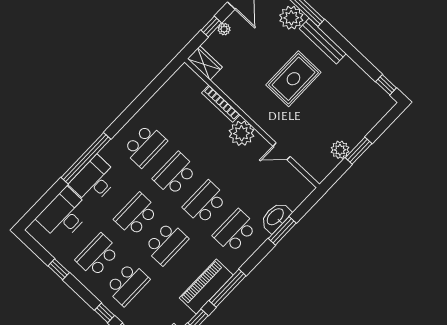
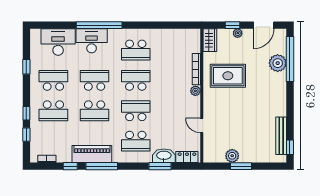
bench: (323, 41) -> (281, 136), moved
rug: (293, 79) -> (228, 76), moved
plant: (242, 133) -> (195, 91), width x0.53, depth x0.53
locker: (299, 196) -> (187, 157), added
school desk: (235, 231) -> (136, 141), turned 180

